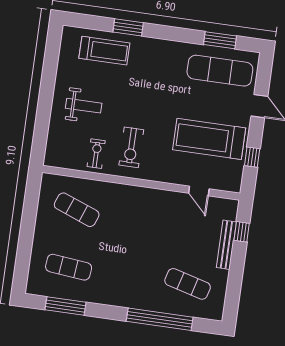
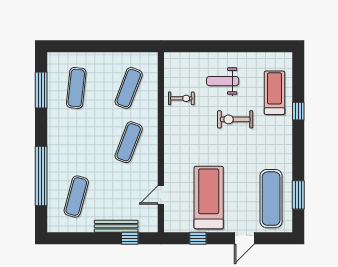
window: (128, 27) -> (298, 111), width x0.67
treadmill: (104, 51) -> (274, 93), turned 180
weight bench: (84, 106) -> (223, 81), turned 90
exercise bike: (131, 147) -> (235, 119), moved
exercise mat: (136, 218) -> (129, 142), added

